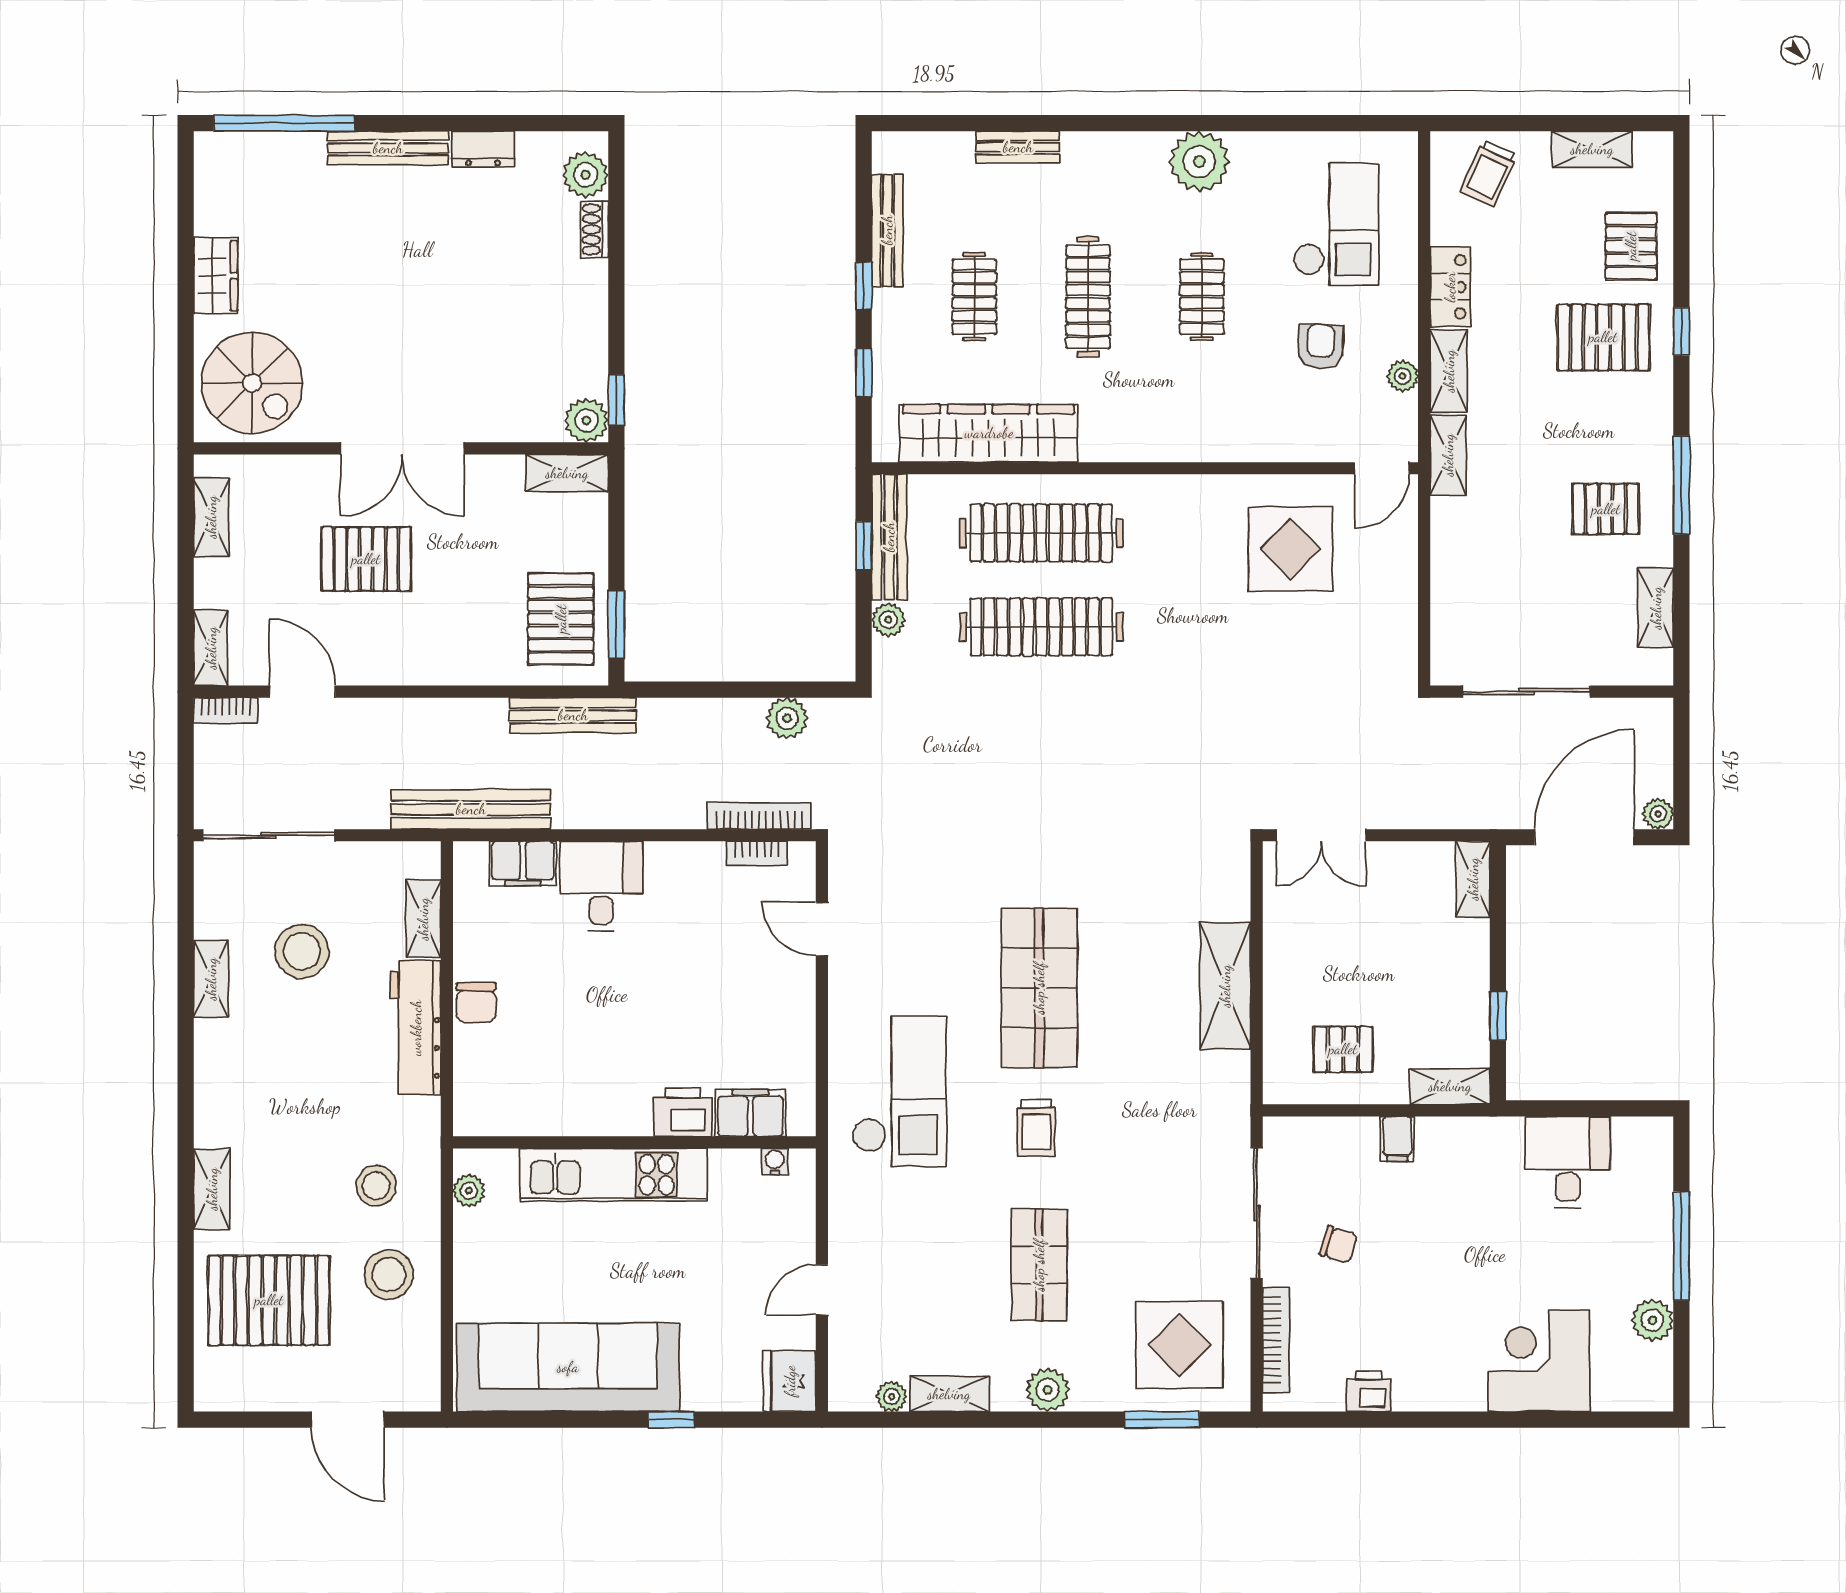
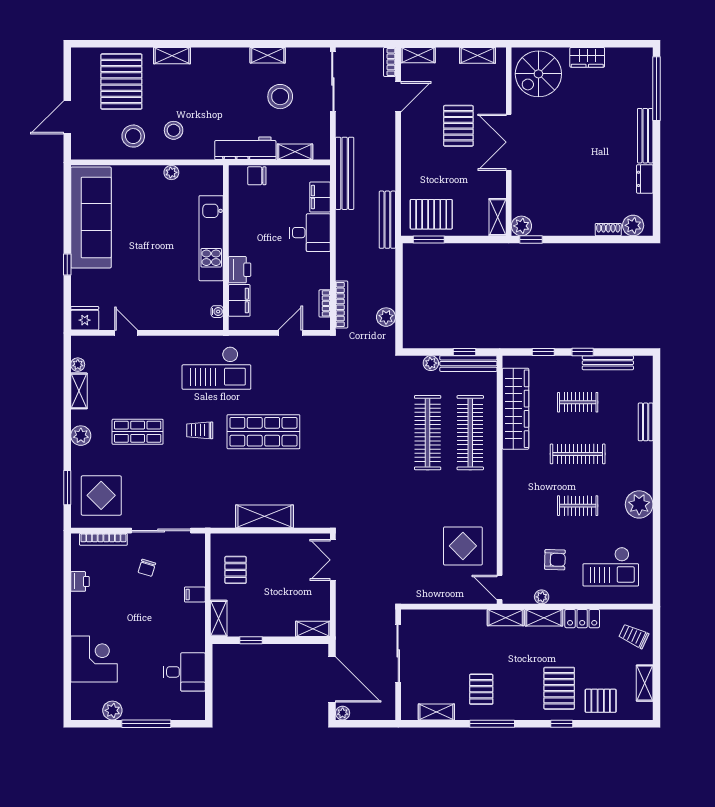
printer: (683, 1112) -> (240, 270), moved
filing cabinet: (750, 1113) -> (239, 300), moved
wall: (634, 1142) -> (226, 248), moved
water cooler: (775, 1162) -> (217, 312), moved
kitchen unit: (613, 1175) -> (211, 238), moved

